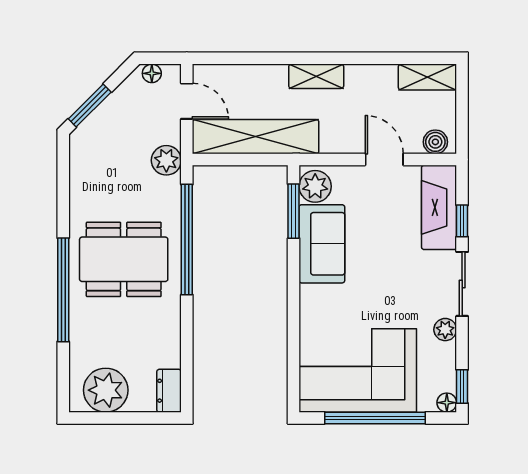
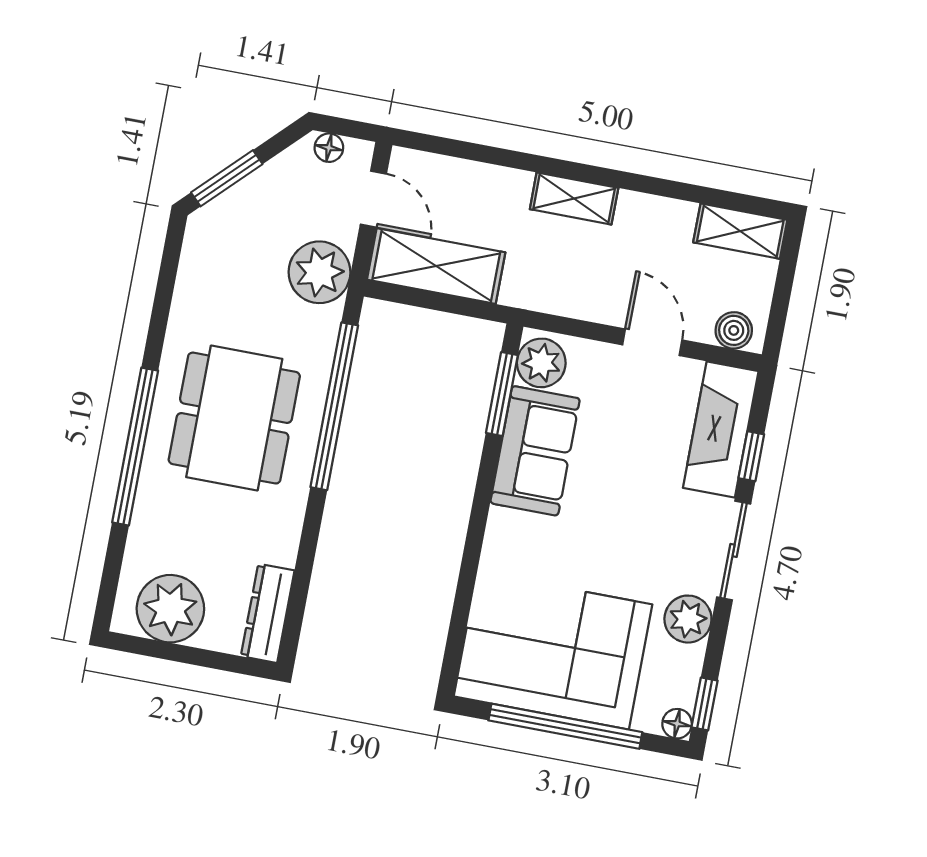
shelving: (256, 137) -> (436, 266), width x0.68
plant: (166, 160) -> (319, 272), width x1.36, depth x1.36
dining table: (124, 259) -> (234, 418), turned 90
plant: (445, 330) -> (688, 619), width x1.38, depth x1.38
dresser: (169, 391) -> (268, 613), width x1.44

